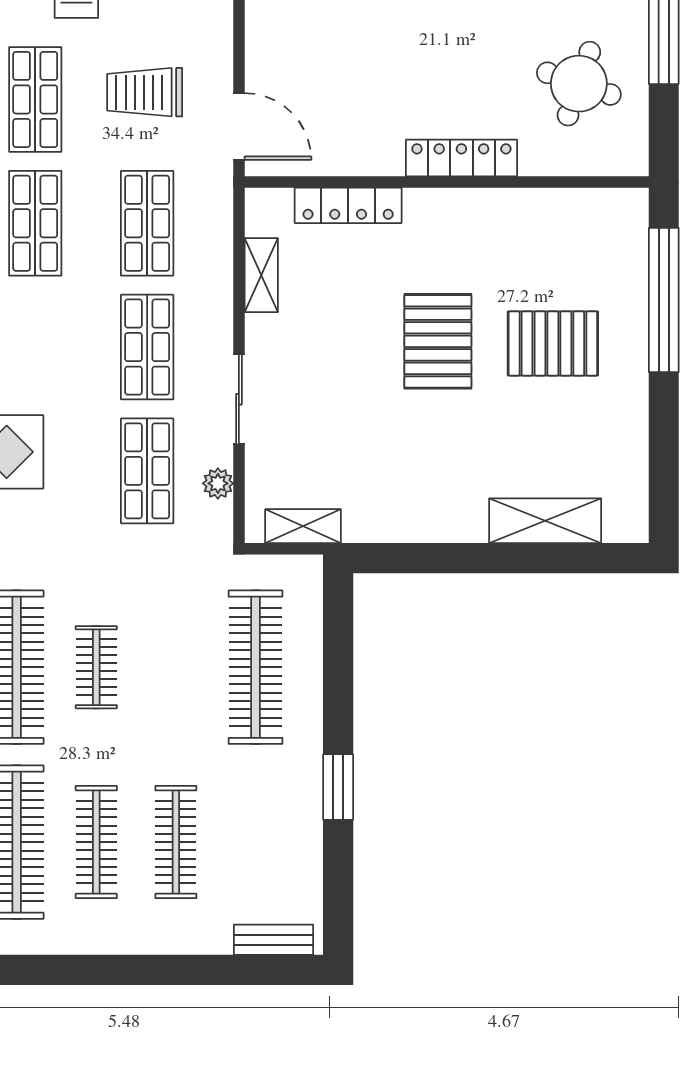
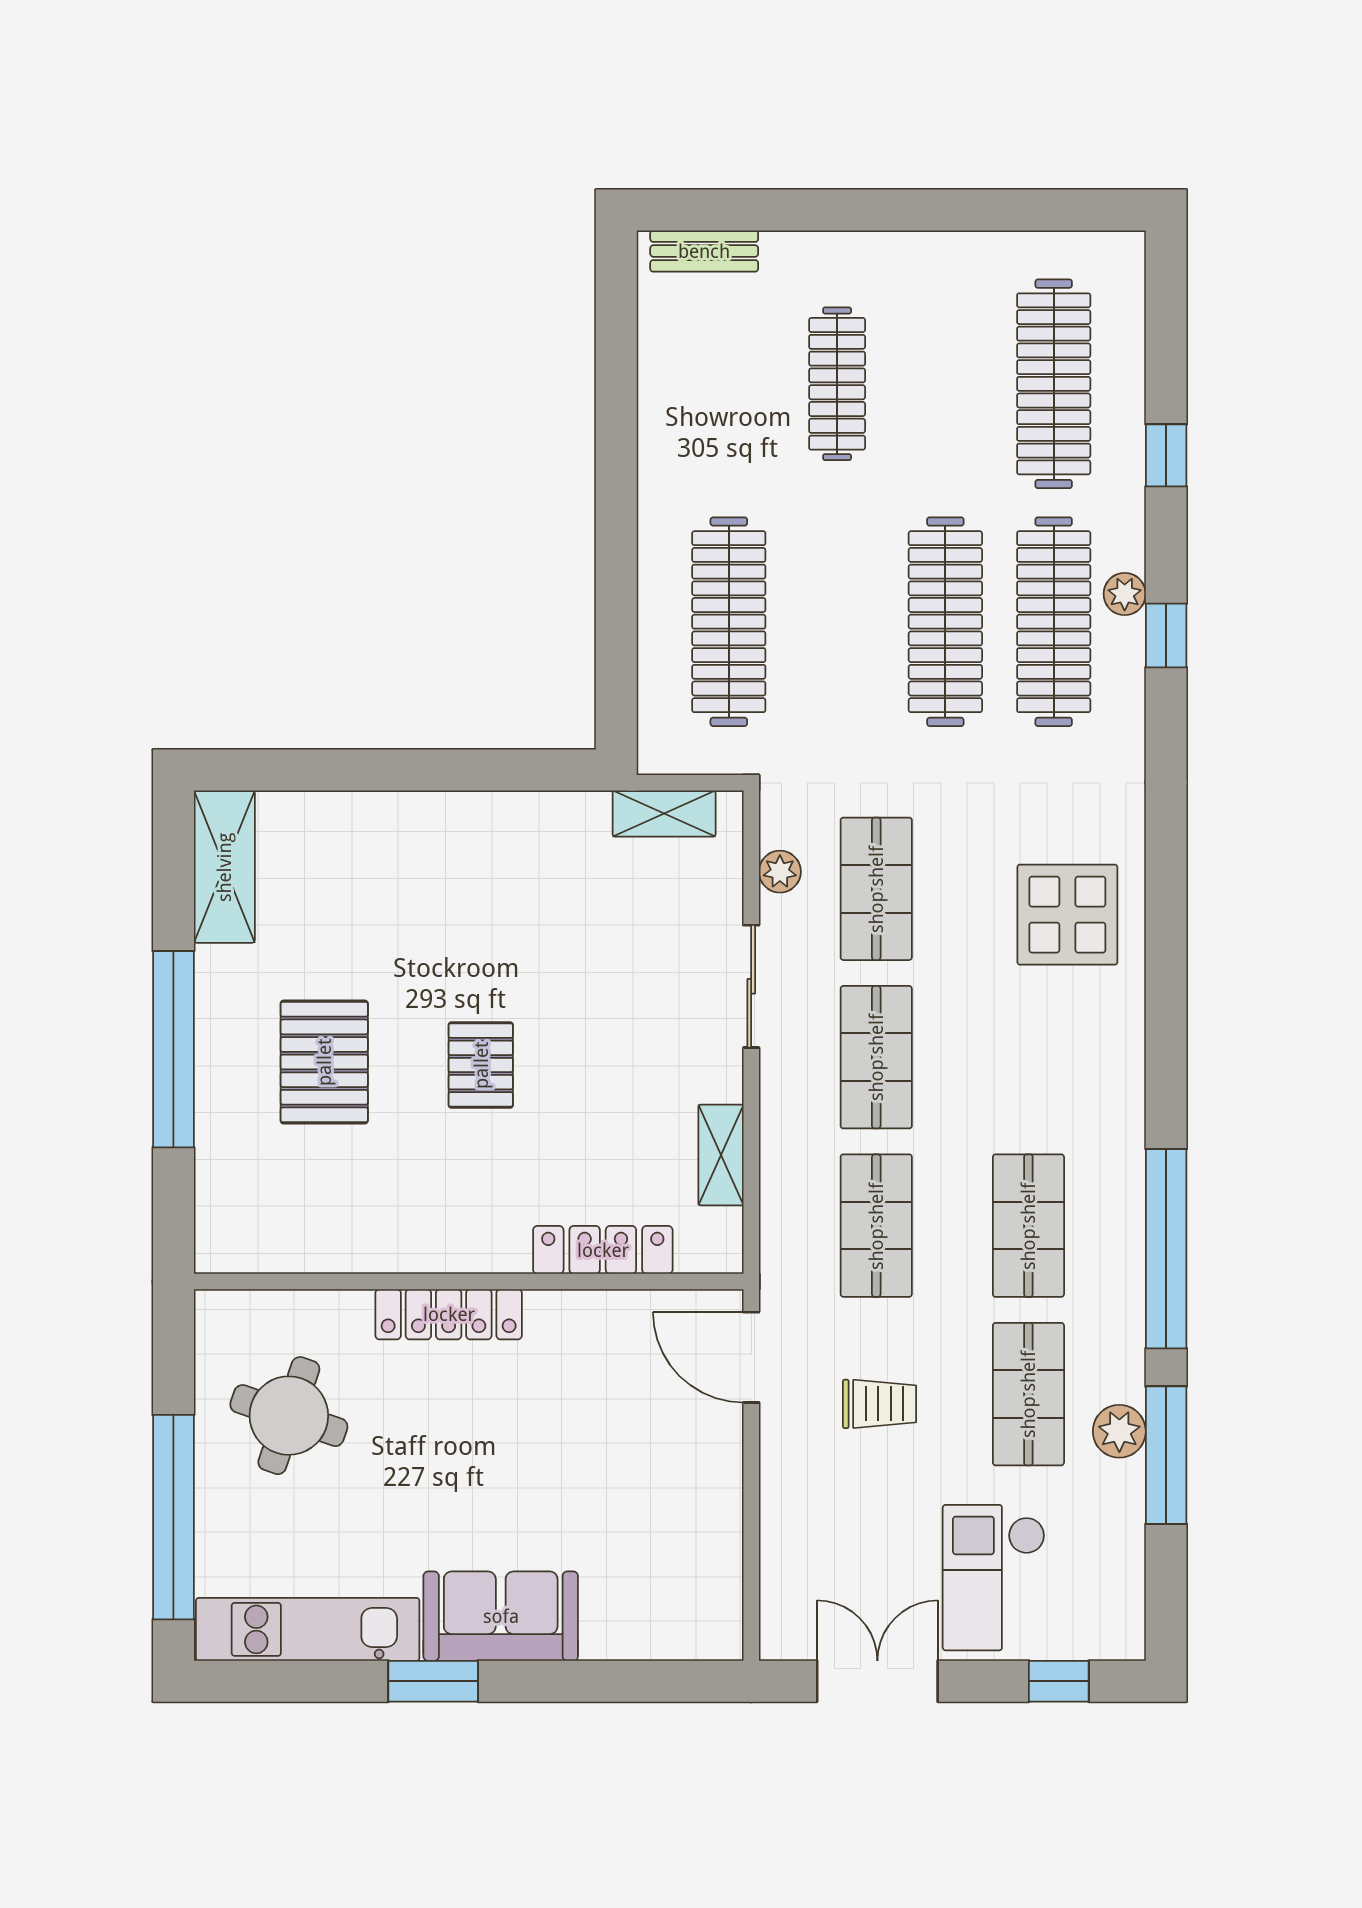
trolley: (145, 92) -> (879, 1404), width x0.73, depth x0.72
window: (664, 300) -> (173, 1049), moved
pallet: (438, 341) -> (481, 1065), width x0.67, depth x0.71
pallet: (553, 343) -> (324, 1062), turned 90
shelving: (545, 521) -> (224, 867), moved, turned 90
clothes rail: (96, 667) -> (945, 622), width x1.86, depth x1.31
window: (338, 787) -> (616, 459), removed
clothes rail: (96, 842) -> (945, 384), removed

